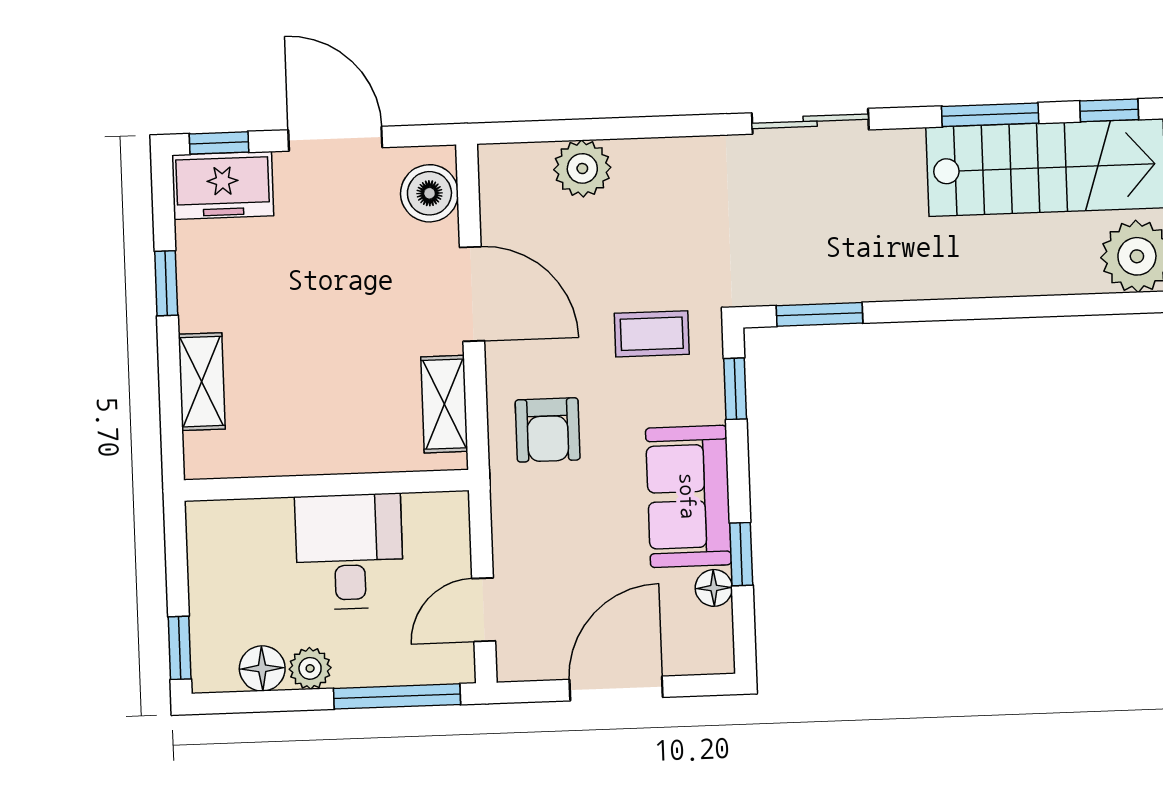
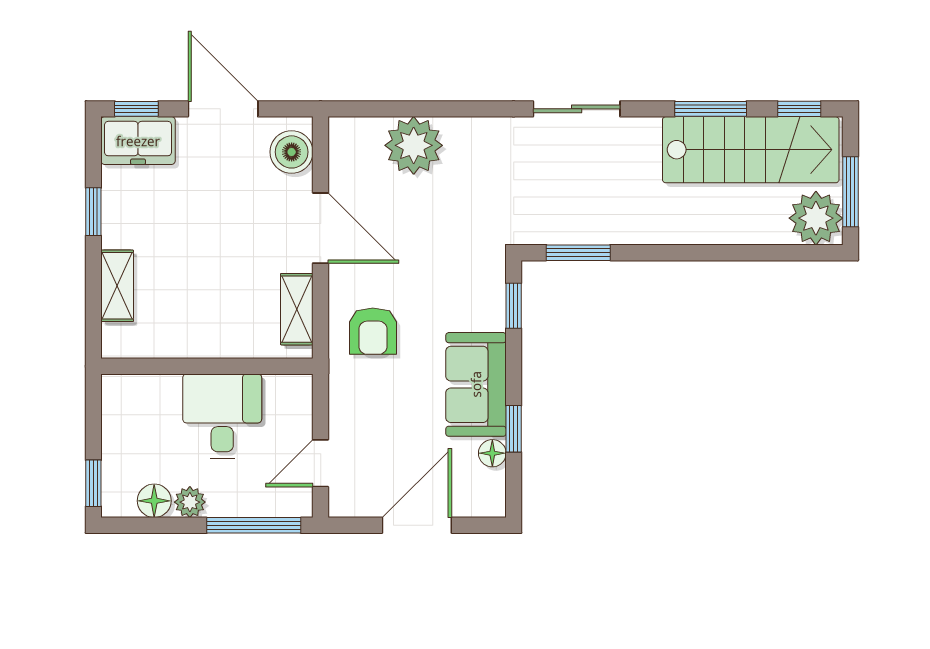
plant: (582, 168) -> (414, 145), width x1.36, depth x1.36
coffee table: (652, 334) -> (453, 263), removed

